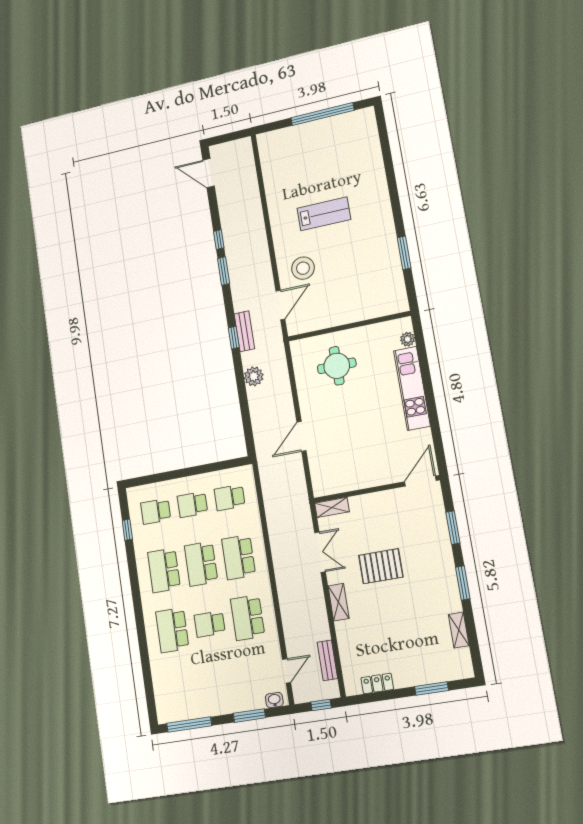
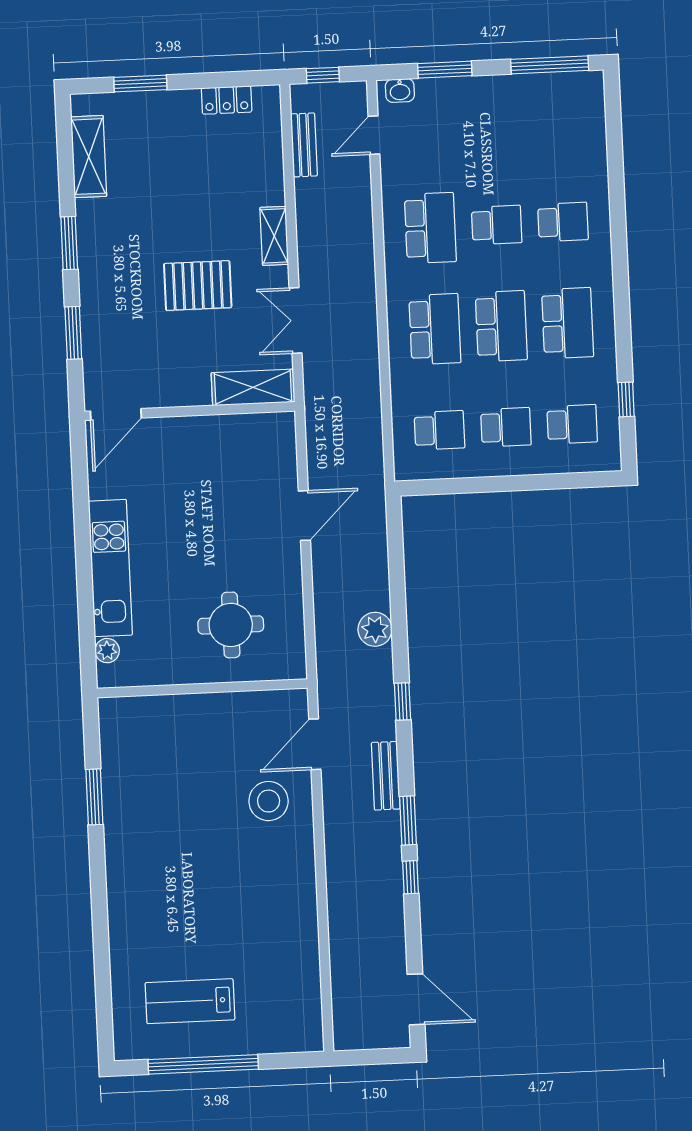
lab bench: (324, 214) -> (190, 1001), moved
bench: (244, 331) -> (386, 776), moved
shelving: (332, 507) -> (253, 387), width x1.50, depth x1.33
school desk: (172, 630) -> (563, 222), width x0.54
shelving: (459, 630) -> (89, 157), width x1.50, depth x1.33

